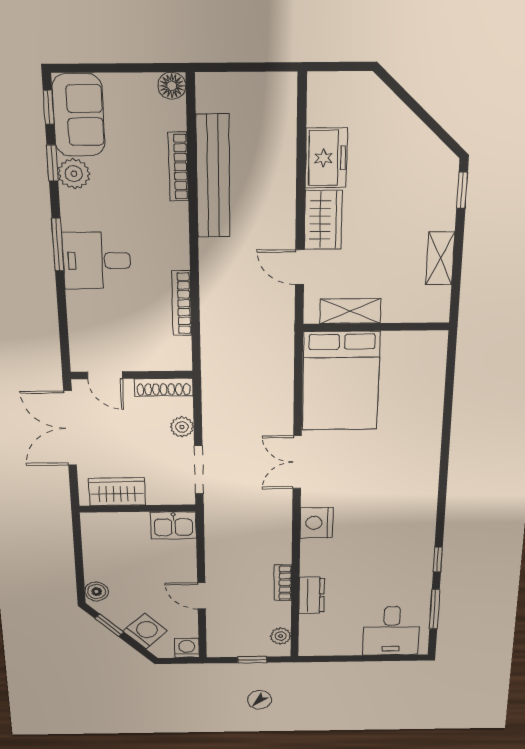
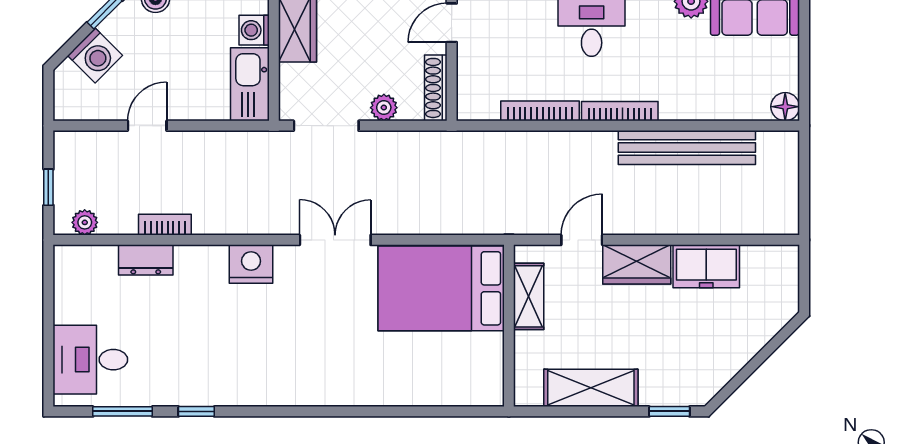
bookcase: (178, 167) -> (620, 111), moved
shelving: (440, 258) -> (591, 388), width x1.50, depth x1.33
kitchen sink: (173, 525) -> (250, 84), width x1.38
washing machine: (187, 648) -> (254, 30), moved, turned 180

